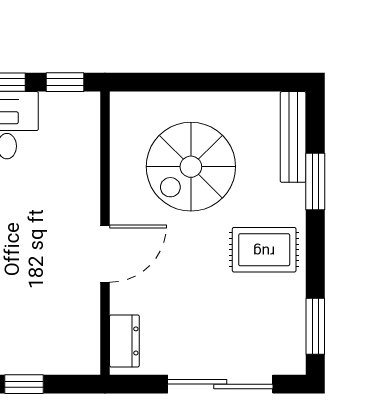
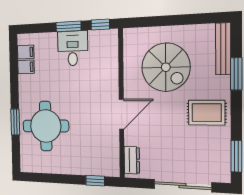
spiral stairs: (191, 167) -> (166, 67), turned -90
window: (24, 384) -> (95, 181), moved

